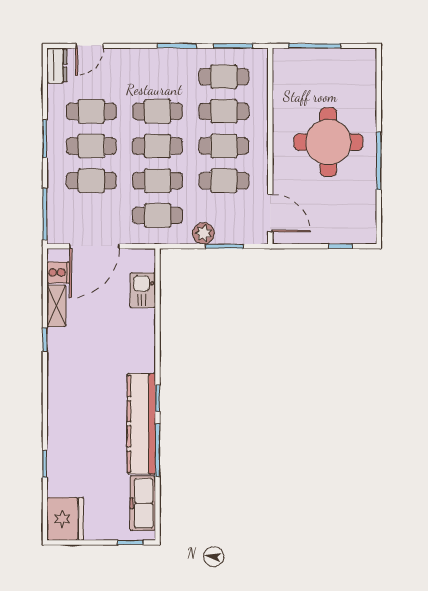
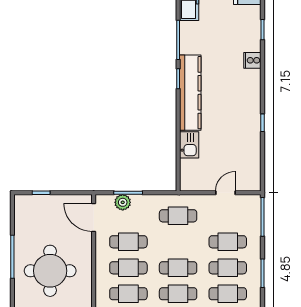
cafe table: (158, 181) -> (178, 242), removed
plant: (204, 233) -> (123, 202), moved
door: (94, 246) -> (225, 193), width x0.53
cooker: (58, 273) -> (252, 60), moved
kitchen sink: (143, 290) -> (189, 145), moved
shelving: (56, 306) -> (254, 148), removed
kitchen counter: (141, 424) -> (190, 93), moved

